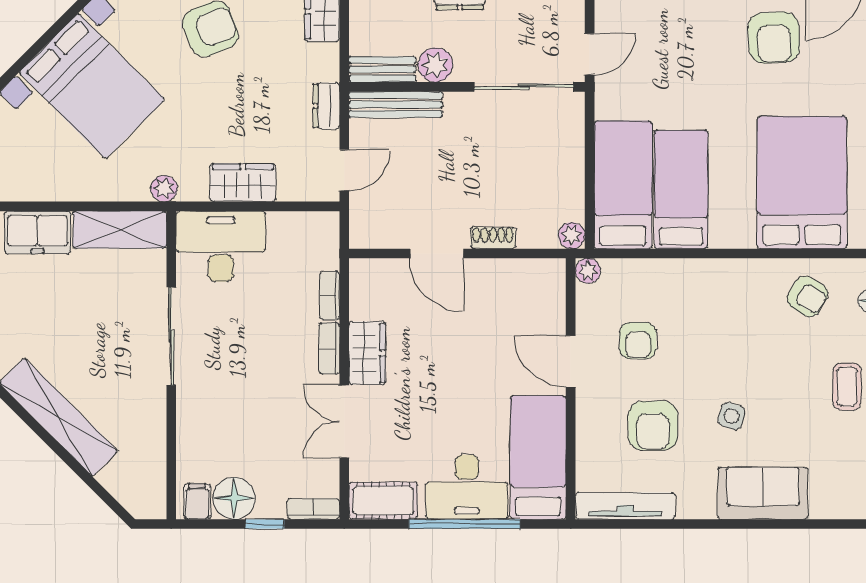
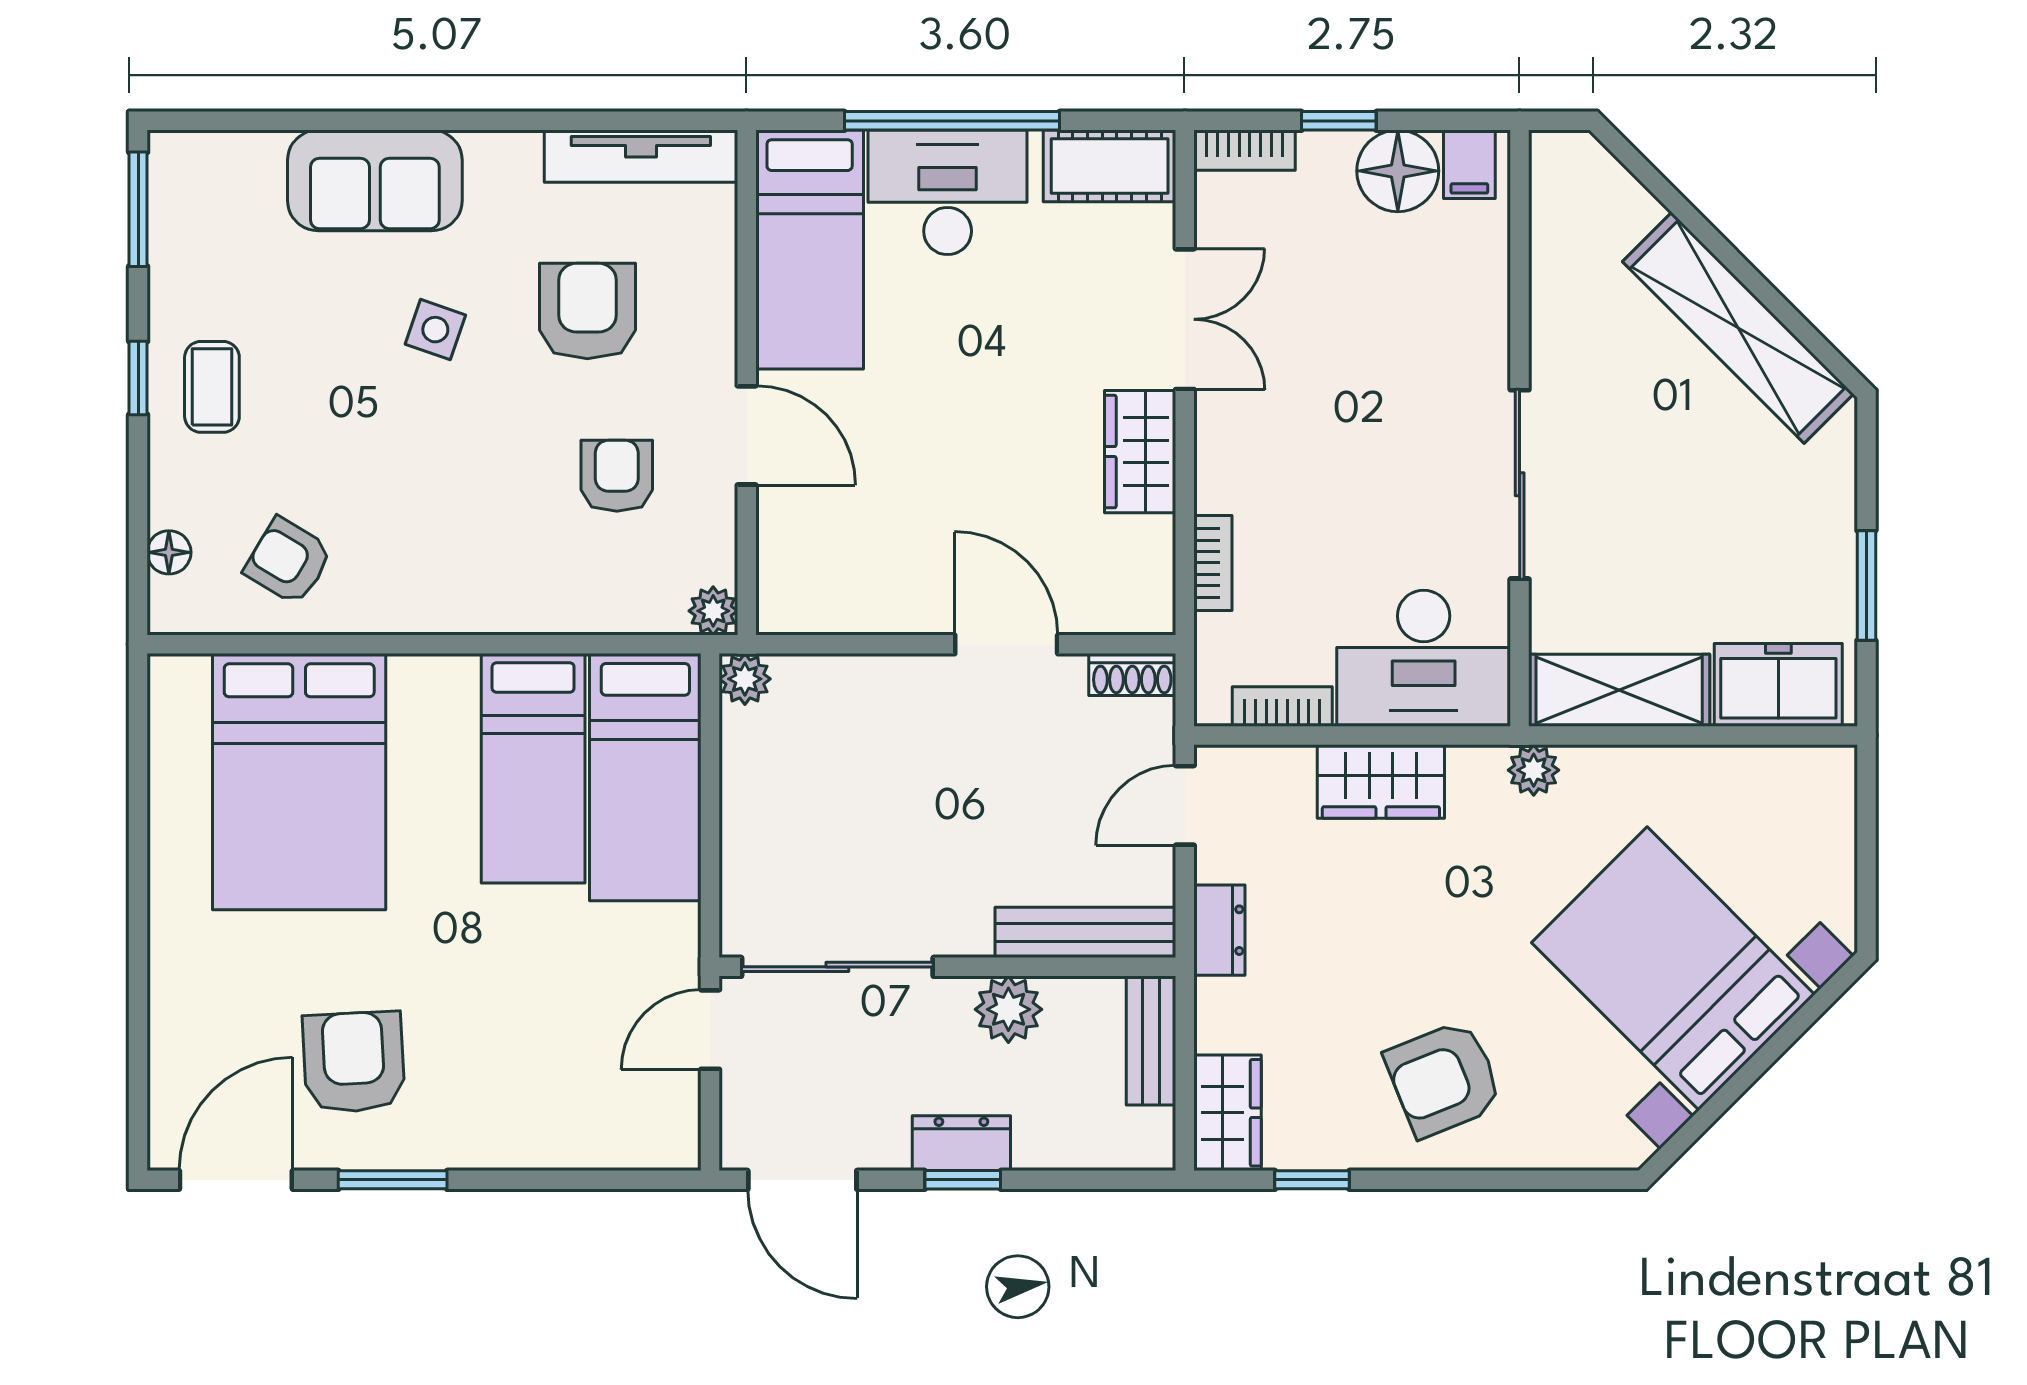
bench: (382, 69) -> (1151, 1041), moved, turned 90
shoe rack: (493, 238) -> (1132, 674), moved
bookcase: (329, 348) -> (1282, 706), moved, turned -90

